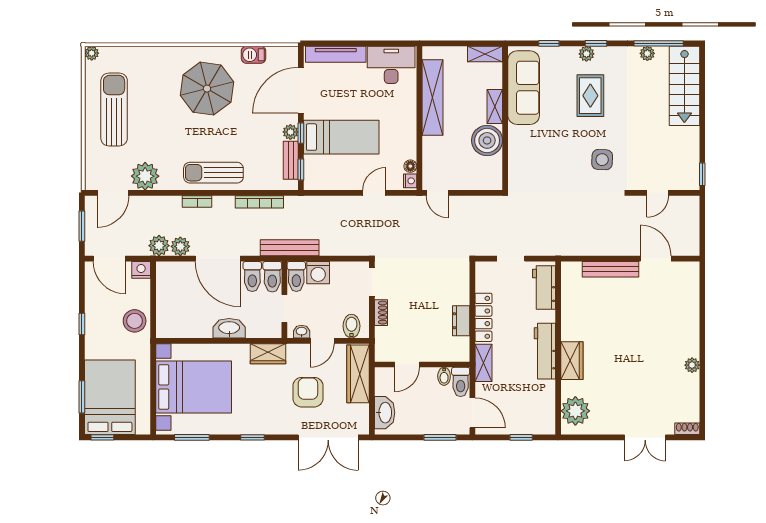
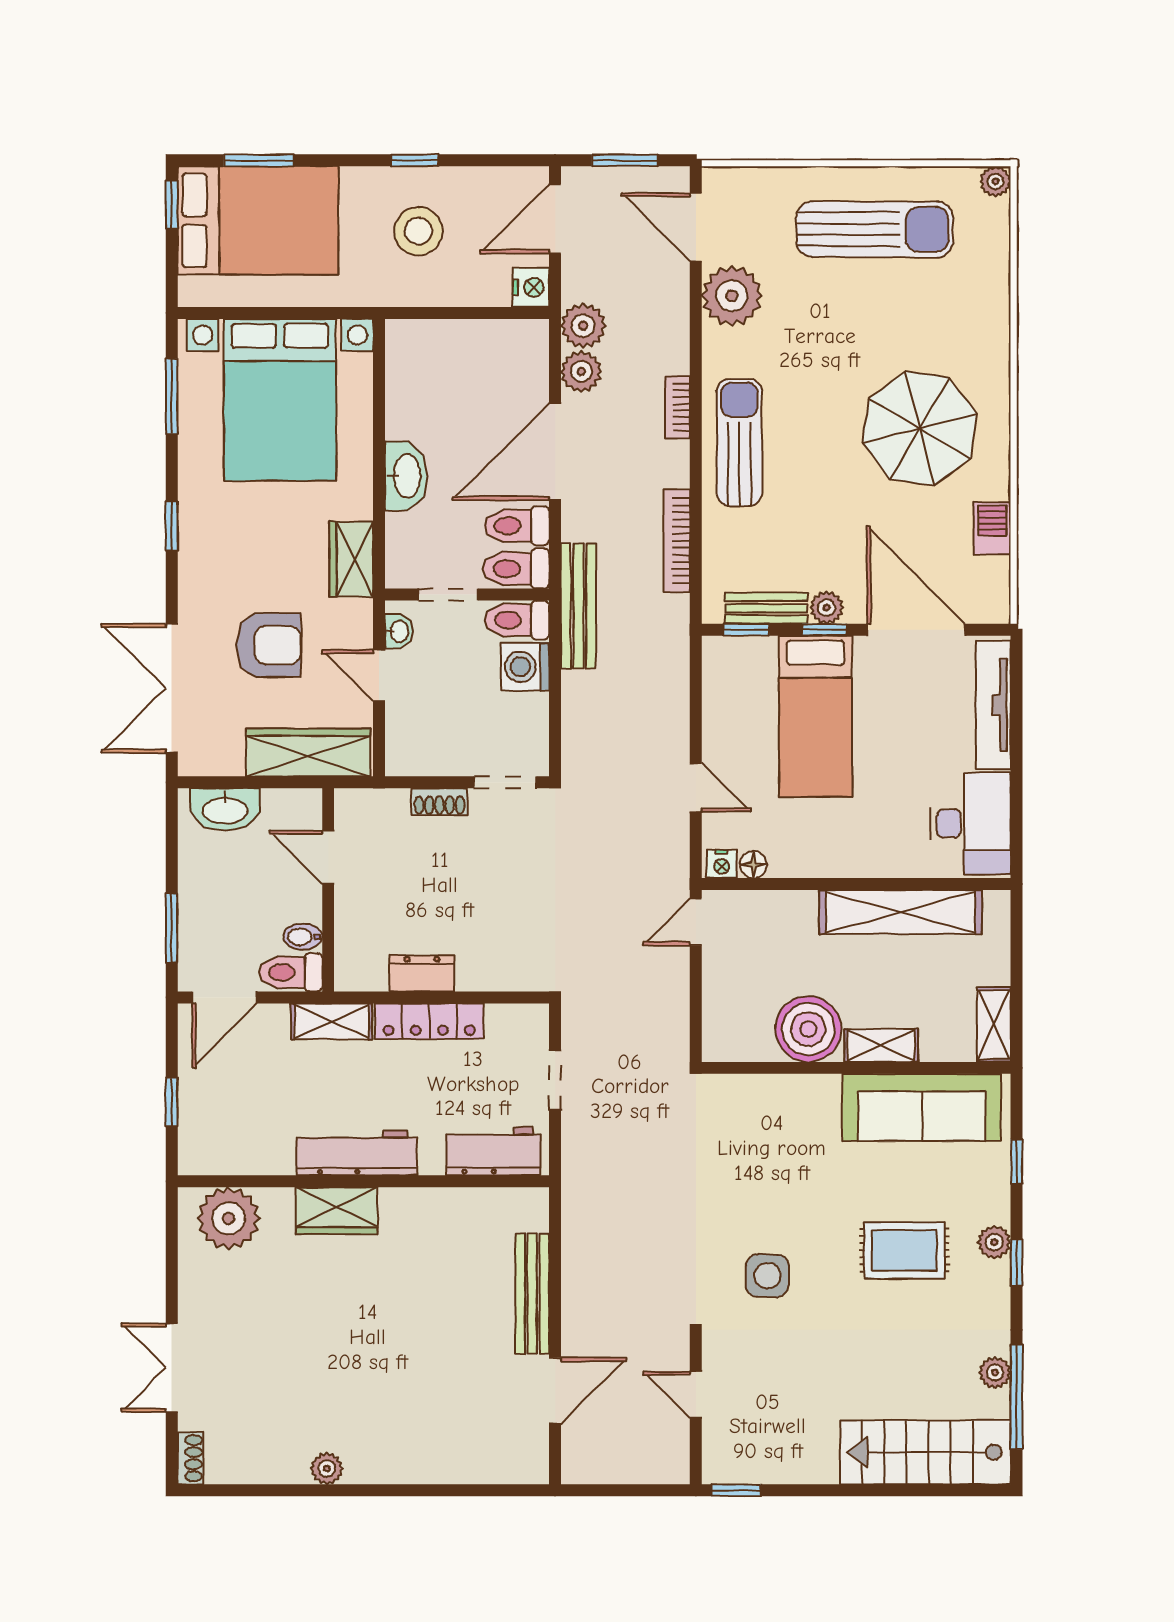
stool: (135, 321) -> (418, 231), moved
bidet: (351, 326) -> (410, 738), removed

